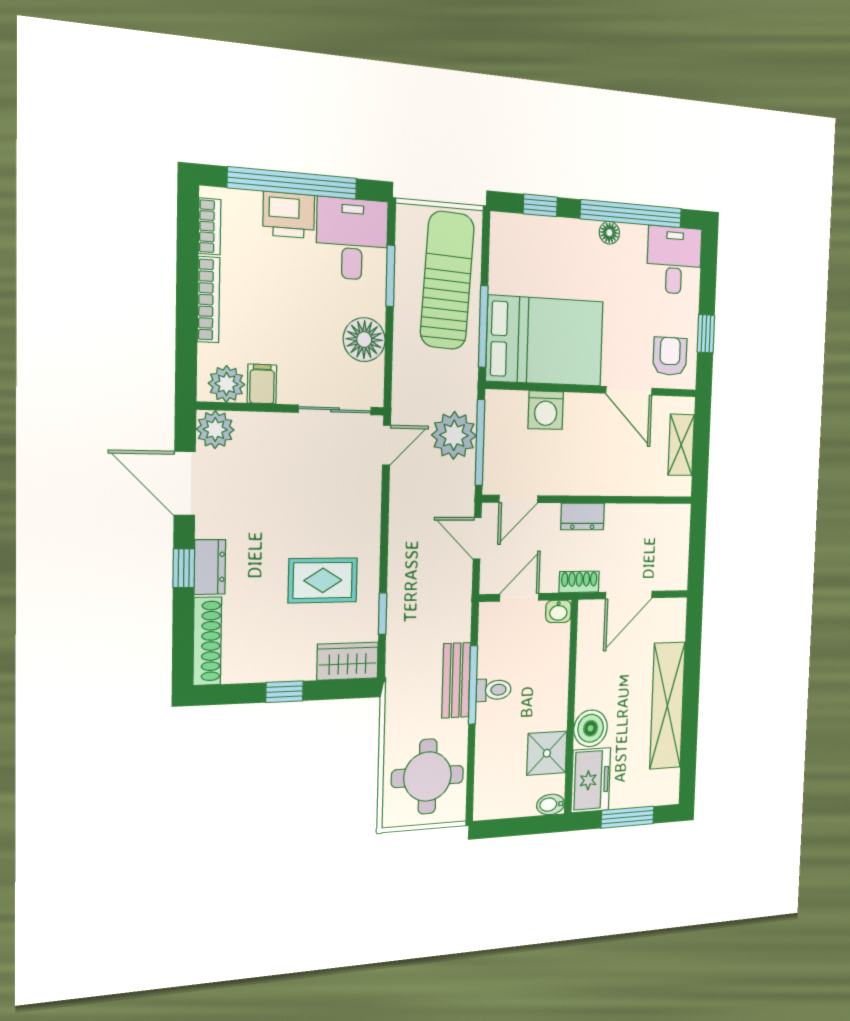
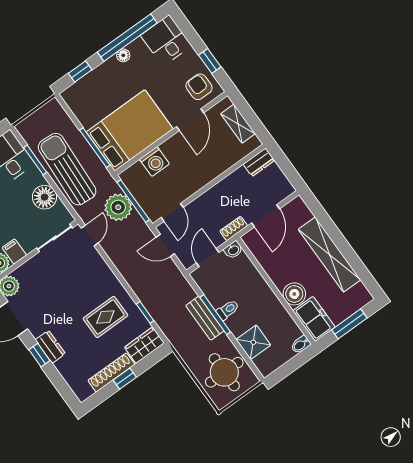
sun lounger: (447, 280) -> (67, 169), moved
door: (629, 391) -> (190, 120), hinge flipped
dresser: (583, 516) -> (259, 162), moved
shoe rack: (207, 641) -> (111, 372), moved, turned -90
shower: (547, 753) -> (253, 342), moved

